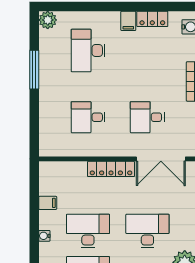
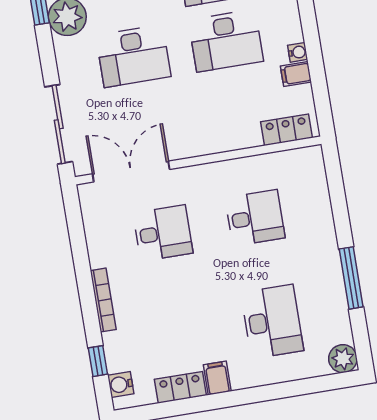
locker: (111, 169) -> (287, 130), moved, width x0.66
water cooler: (44, 236) -> (298, 52), moved

